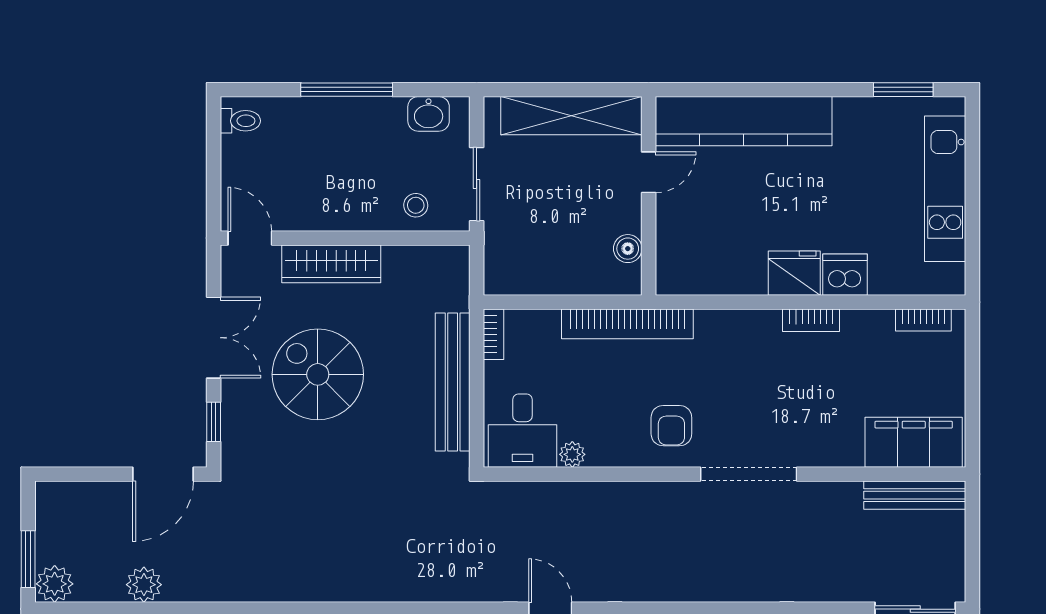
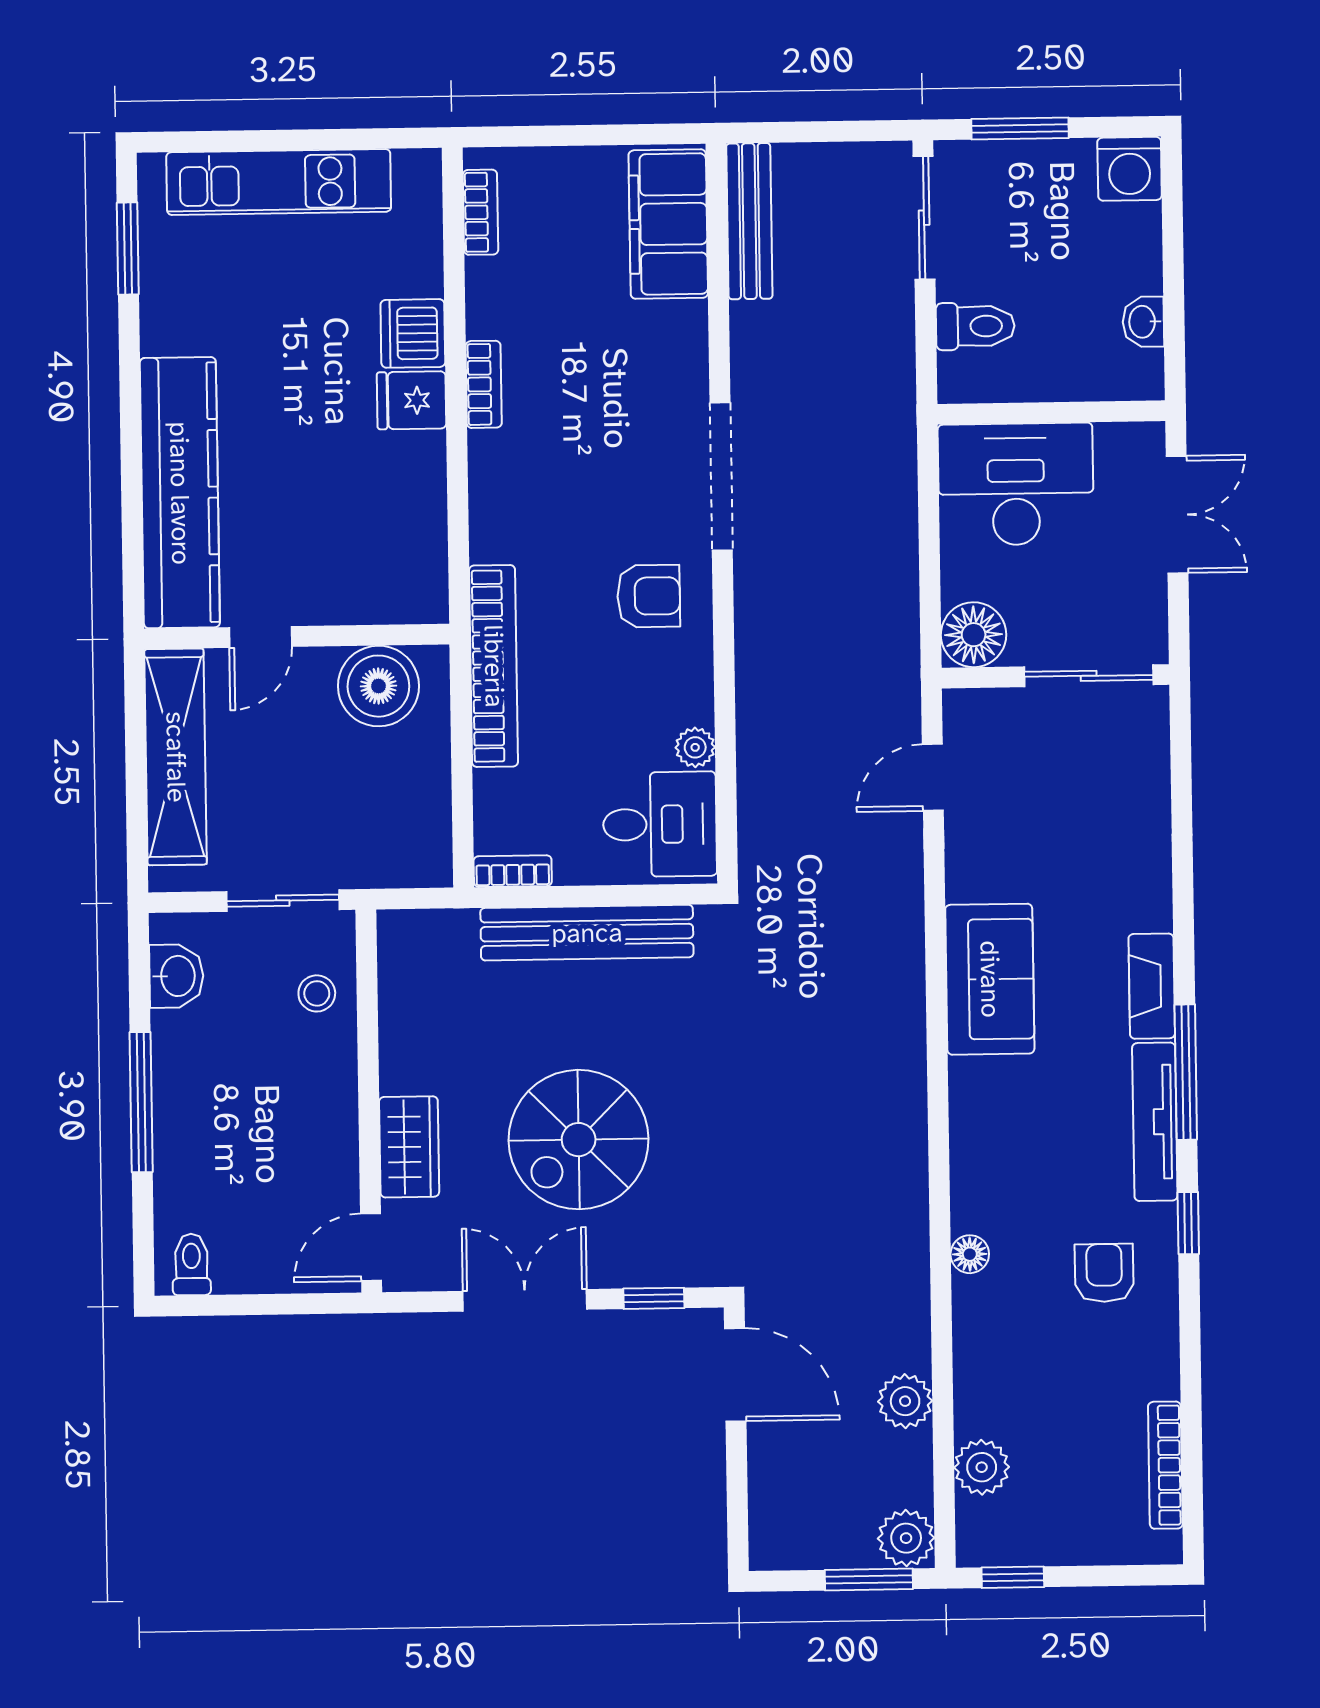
door: (649, 172) -> (260, 637), swing flipped
boiler: (628, 249) -> (378, 686), width x1.86, depth x1.86
wardrobe: (331, 264) -> (409, 1147), width x0.67
fridge: (794, 273) -> (412, 400), width x0.72

